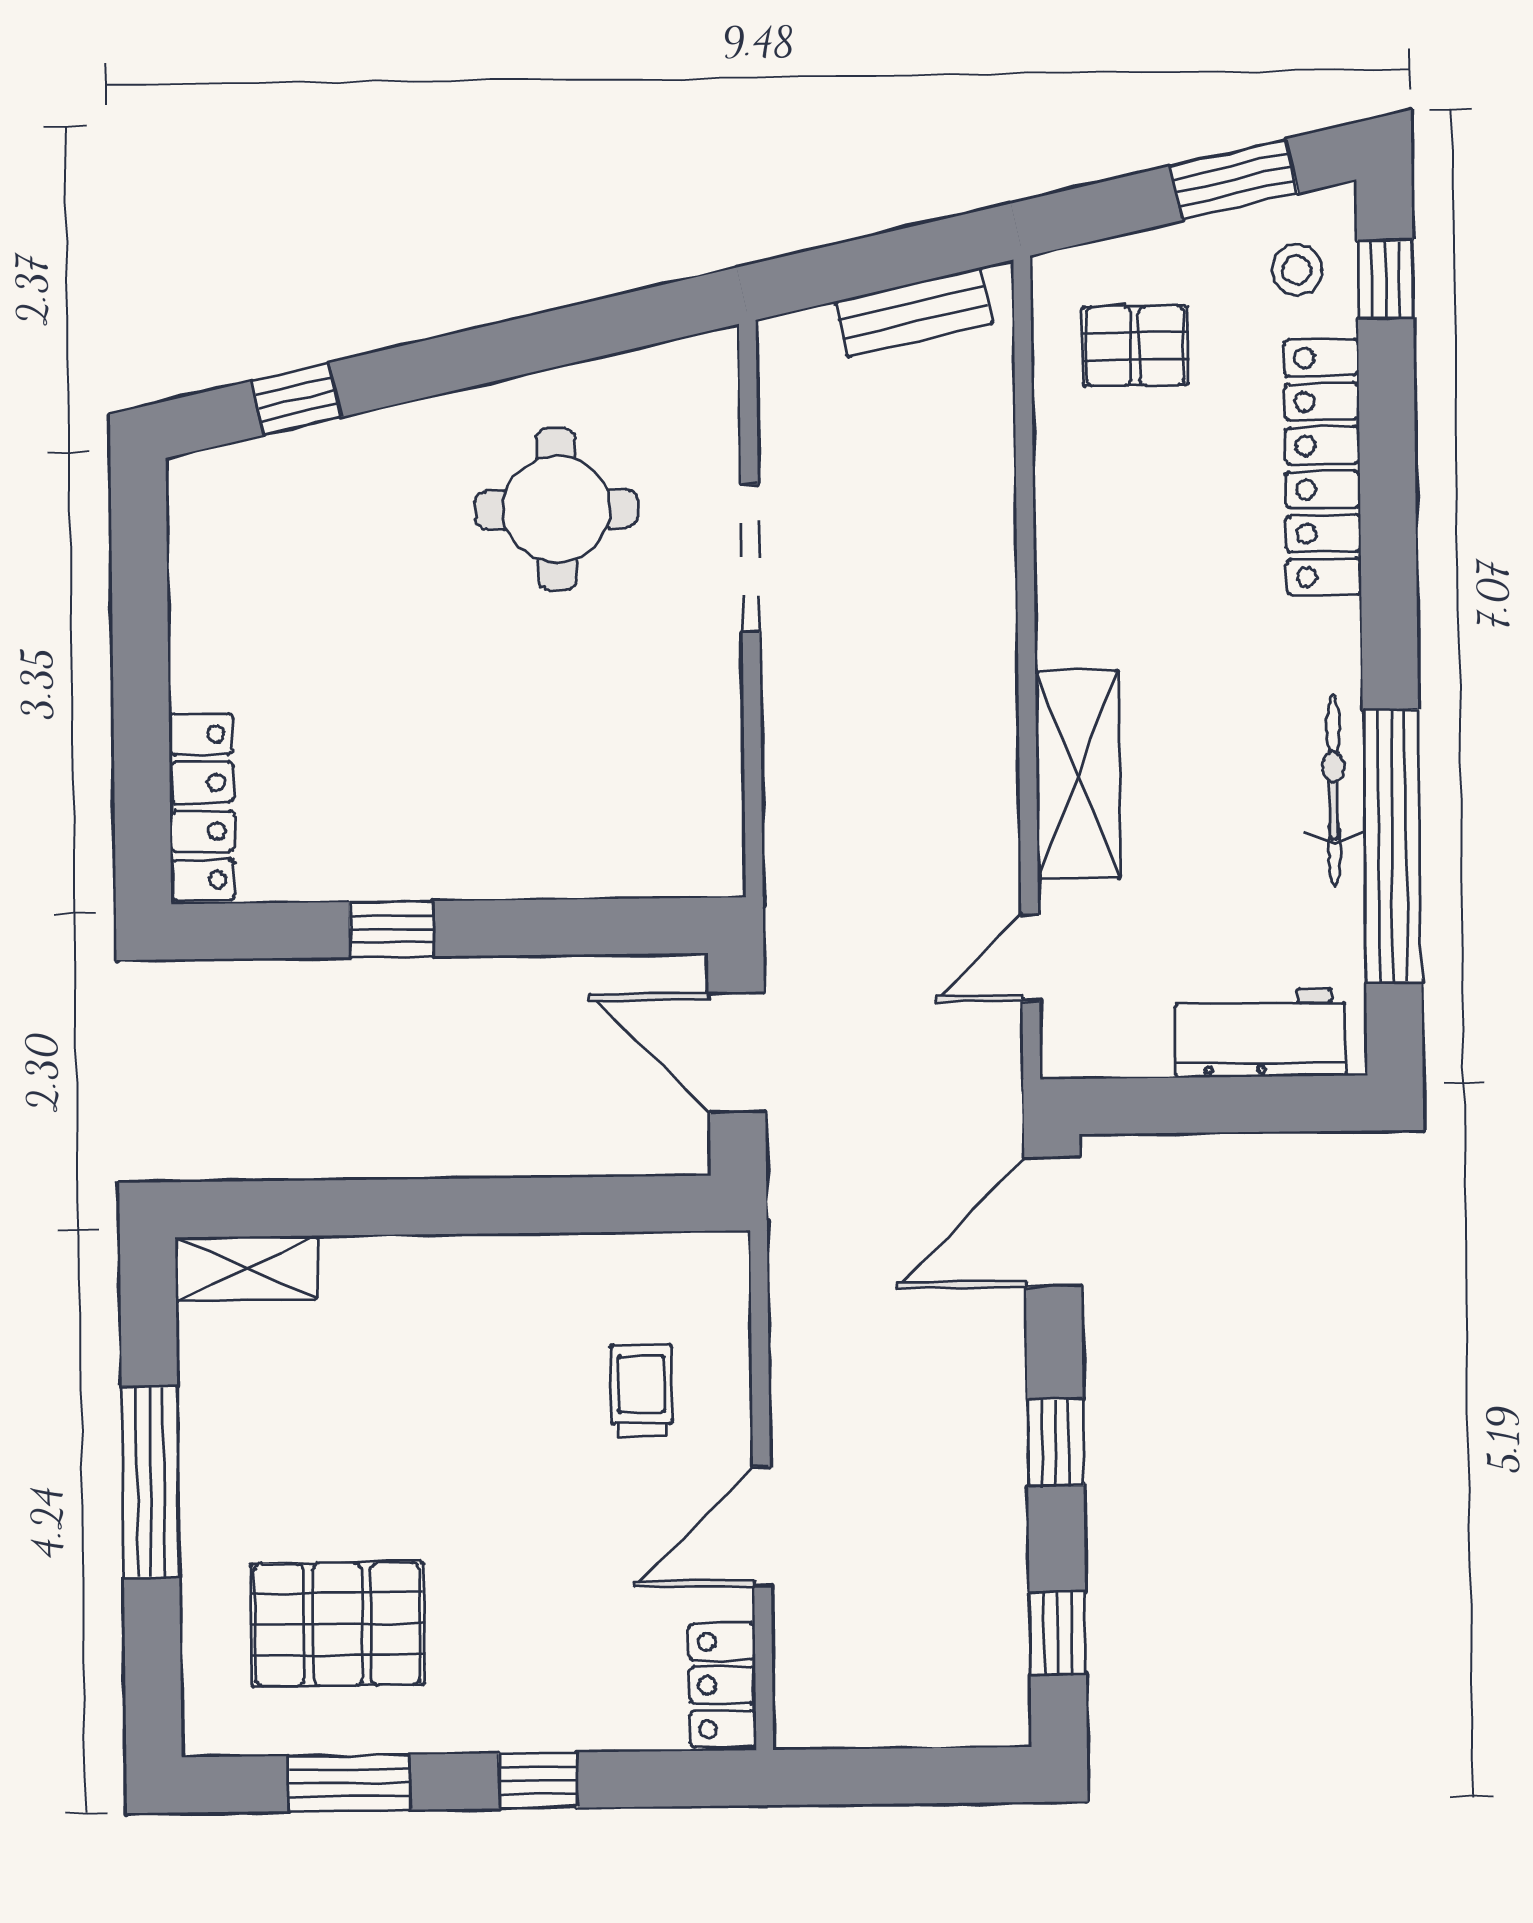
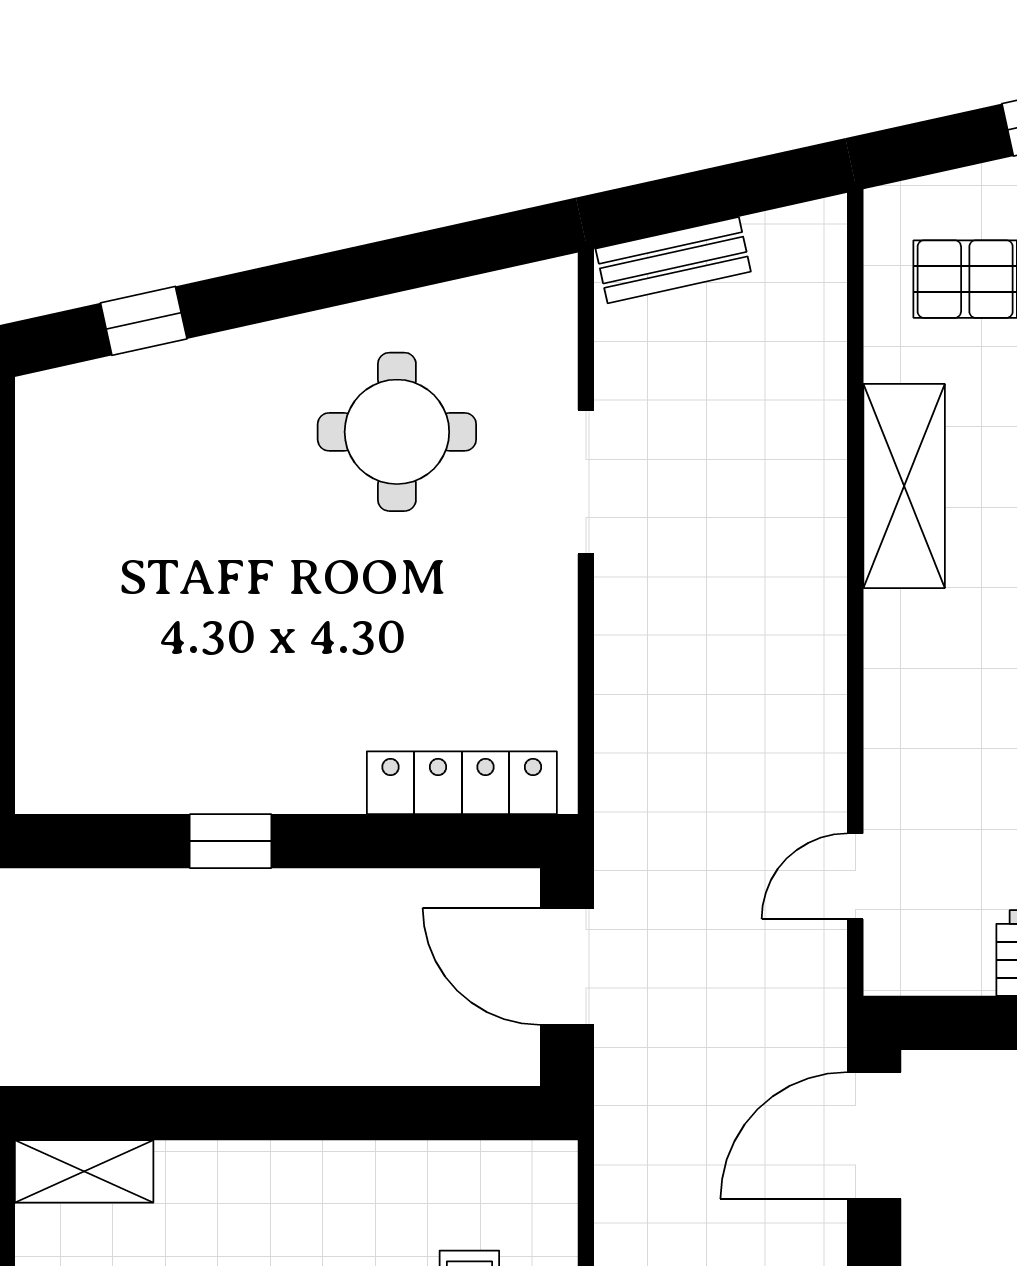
bench: (914, 312) -> (673, 260), moved
shelving: (1078, 775) -> (904, 486), moved
locker: (202, 807) -> (462, 783), moved, turned -90

